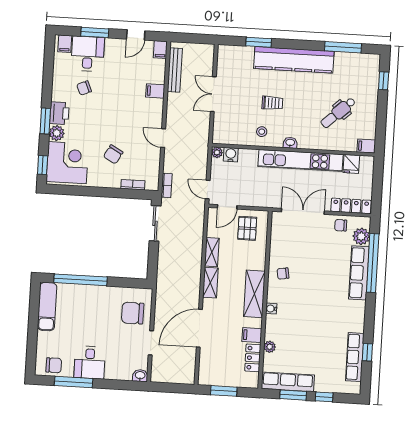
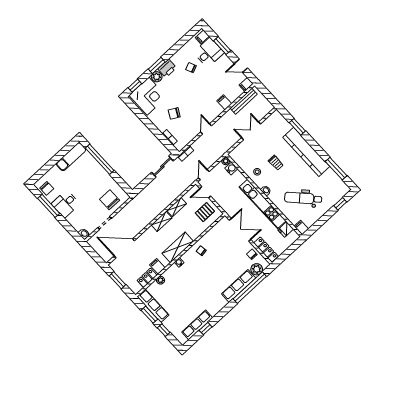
dental chair: (338, 113) -> (303, 198), width x1.36, depth x1.38
door: (199, 328) -> (124, 248), moved

